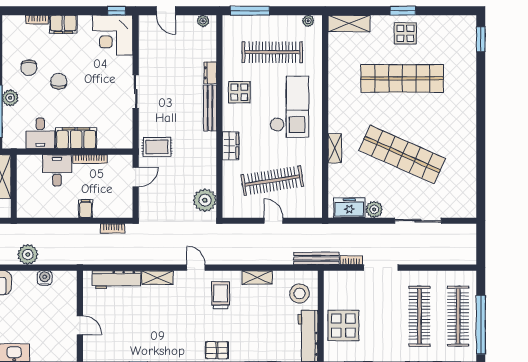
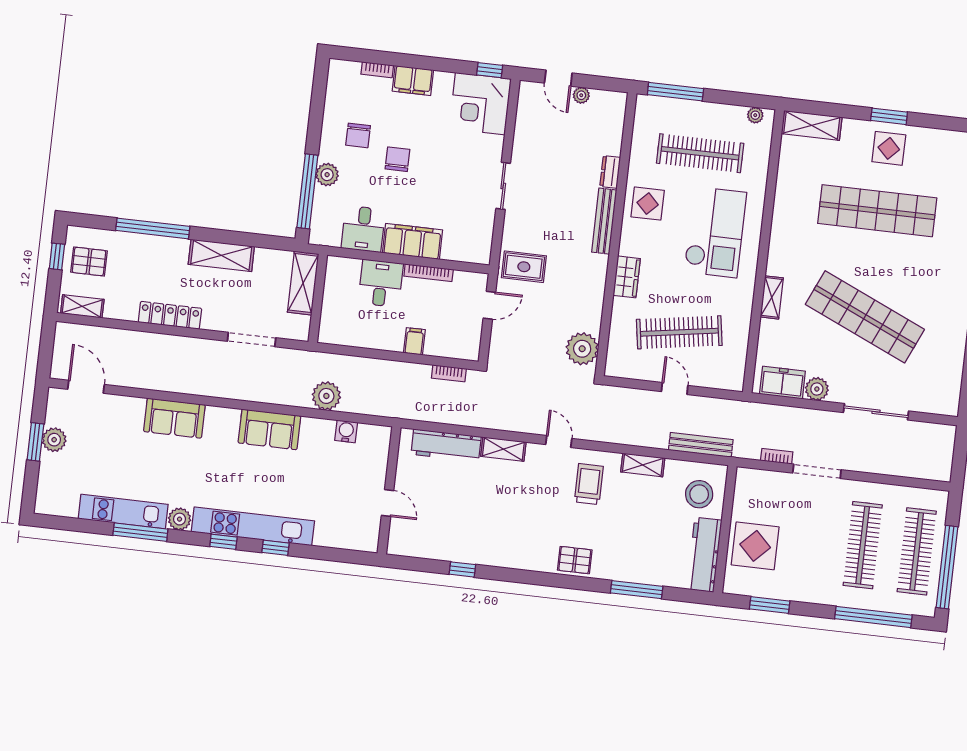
plant: (203, 21) -> (581, 95), moved
bench: (316, 258) -> (701, 445), moved

